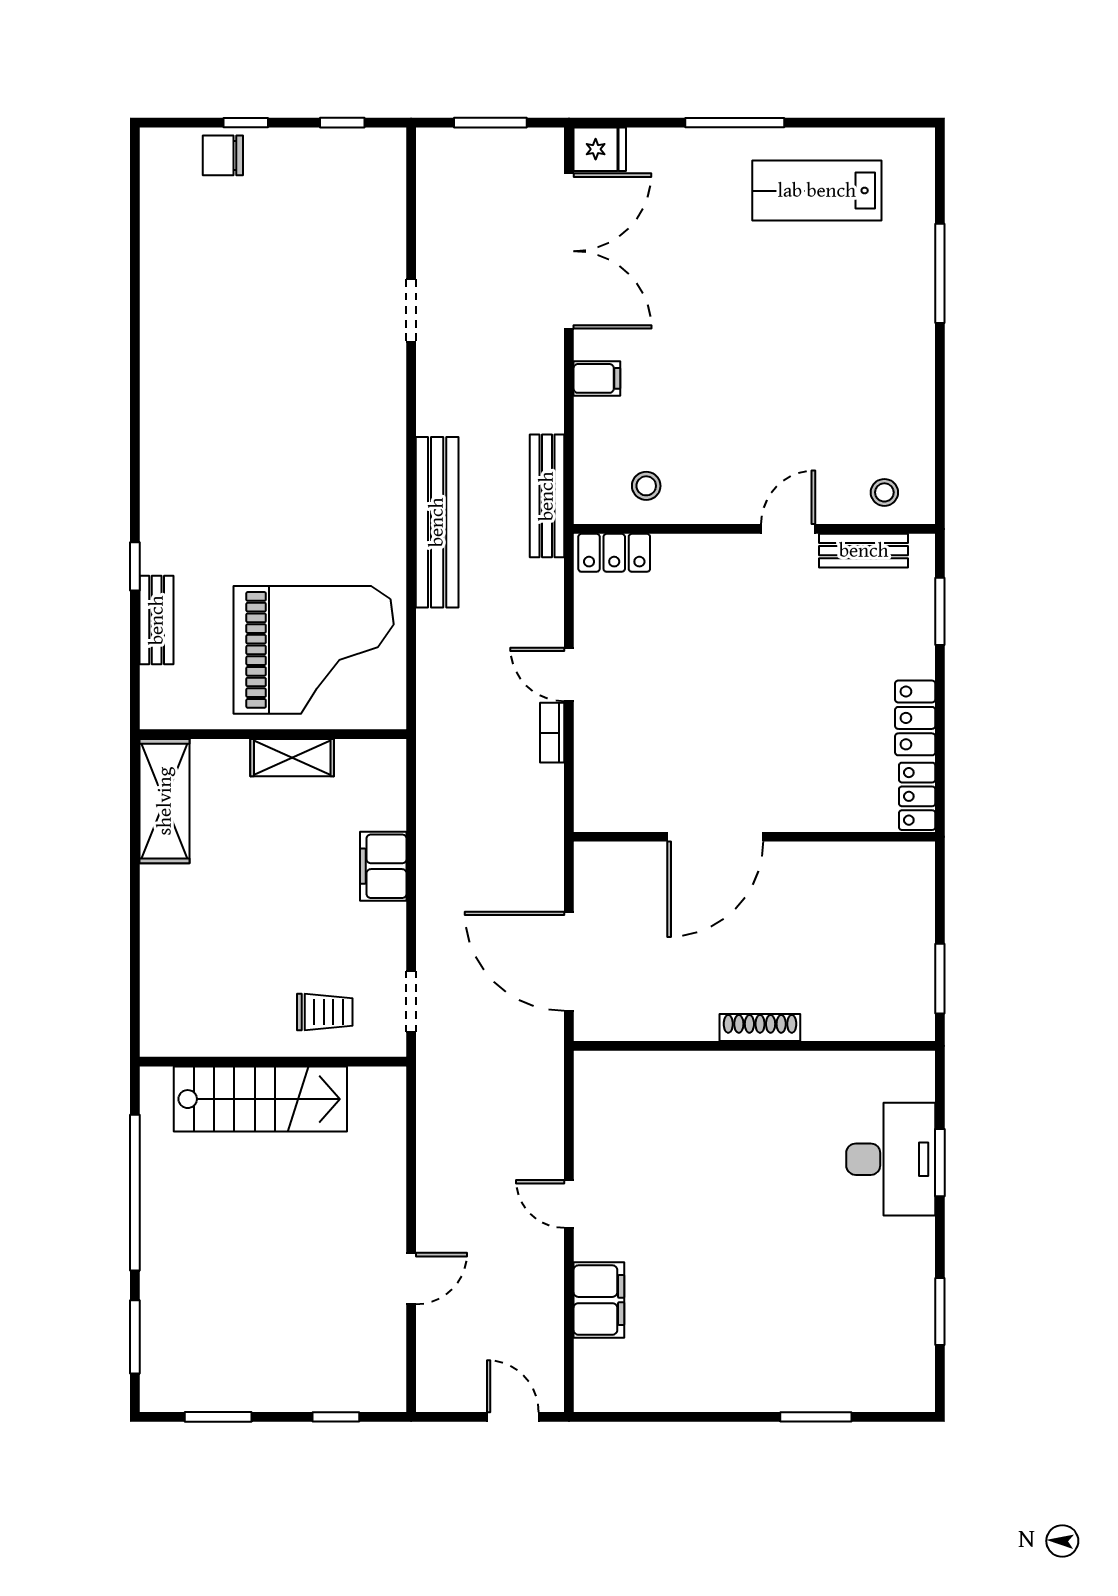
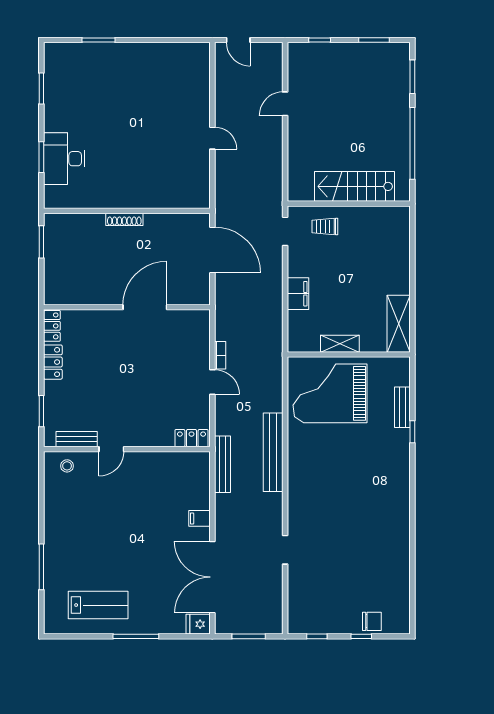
stool: (646, 486) -> (177, 469), removed
filing cabinet: (599, 1300) -> (199, 94), removed

